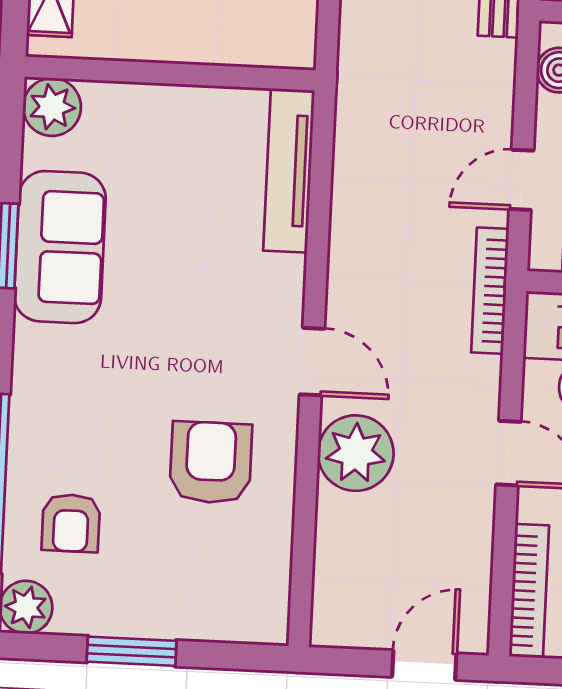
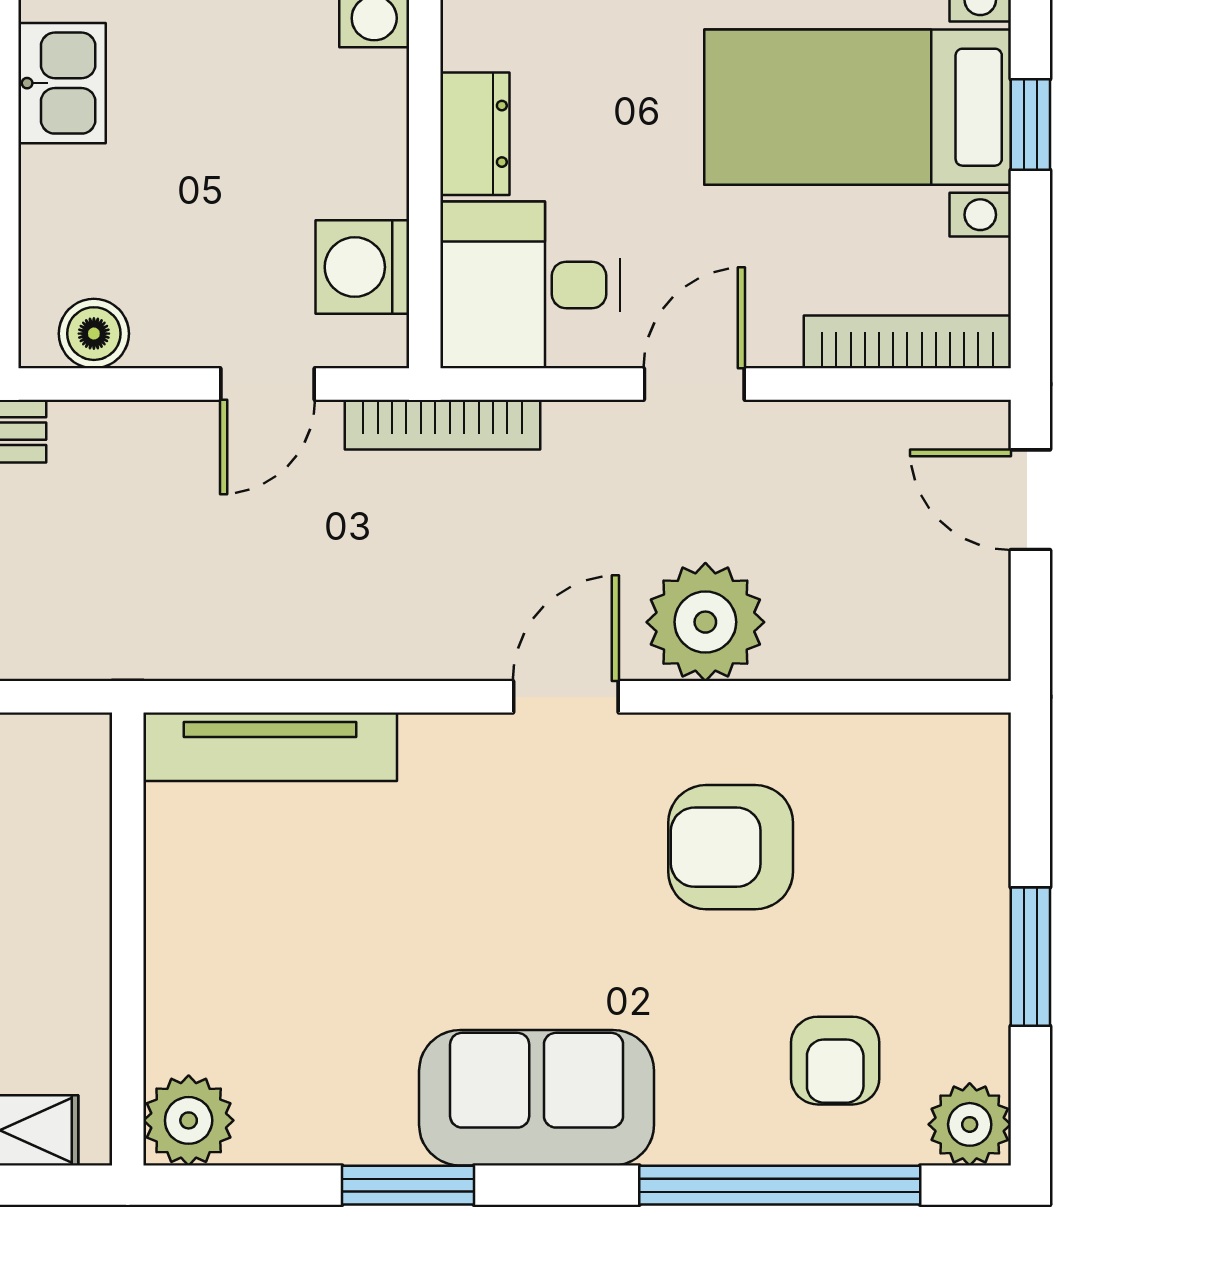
door: (521, 180) -> (267, 384), hinge flipped
sofa: (60, 247) -> (537, 1098), moved
armchair: (71, 523) -> (835, 1061), turned 90

